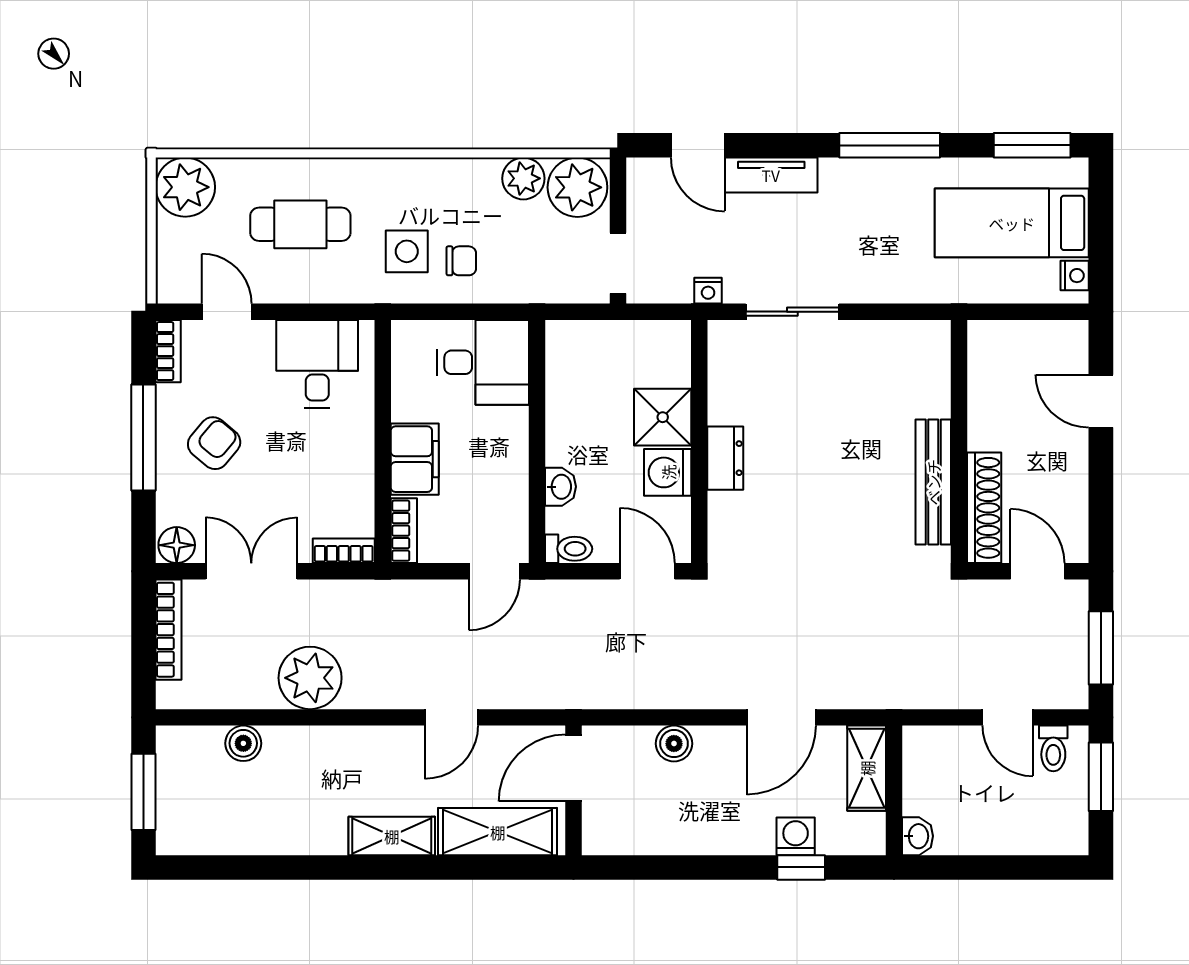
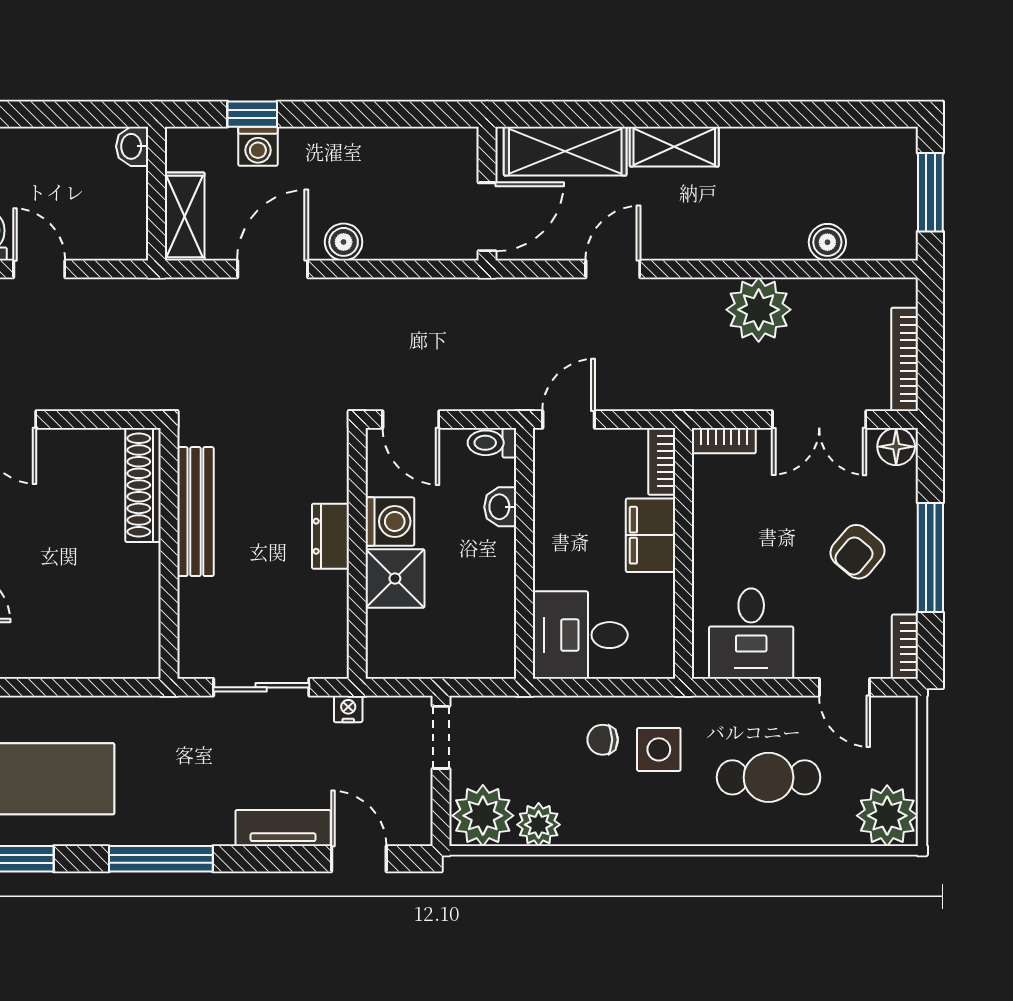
wall: (959, 441) -> (169, 553), moved
bench: (933, 482) -> (195, 512), moved
shoe rack: (984, 508) -> (143, 485), moved
boiler: (674, 744) -> (344, 242), moved

